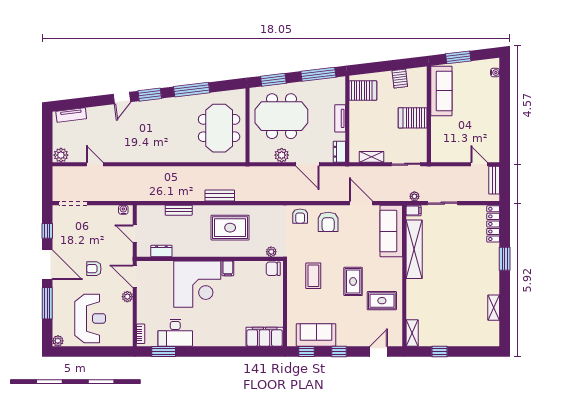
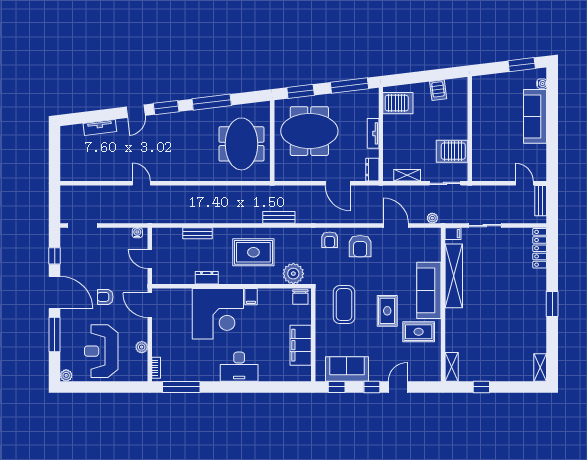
window: (458, 57) -> (522, 65), moved
sofa: (441, 91) -> (535, 116), moved, turned 180
tv unit: (71, 115) -> (100, 127), moved
server rack: (413, 118) -> (452, 151), moved
plant: (61, 155) -> (69, 173), removed
plant: (282, 155) -> (310, 173), removed
door: (95, 164) -> (141, 183), moved
bench: (220, 196) -> (279, 217), moved
plant: (414, 196) -> (432, 218), moved
sofa: (391, 231) -> (429, 290), moved
dresser: (161, 251) -> (207, 278), moved
plant: (271, 252) -> (293, 274), width x1.87, depth x1.87
window: (505, 259) -> (552, 304), moved
chair: (273, 269) -> (300, 297), turned -90
coffee table: (313, 276) -> (344, 305), width x1.36, depth x1.32
plant: (127, 297) -> (142, 347), moved
shelving: (494, 308) -> (540, 367), moved
reception desk: (90, 318) -> (101, 351), turned 180
desk: (175, 333) -> (239, 367), moved
filing cabinet: (265, 337) -> (301, 345), moved, turned -90
window: (164, 351) -> (181, 387), width x1.44
door: (379, 351) -> (398, 387), moved

